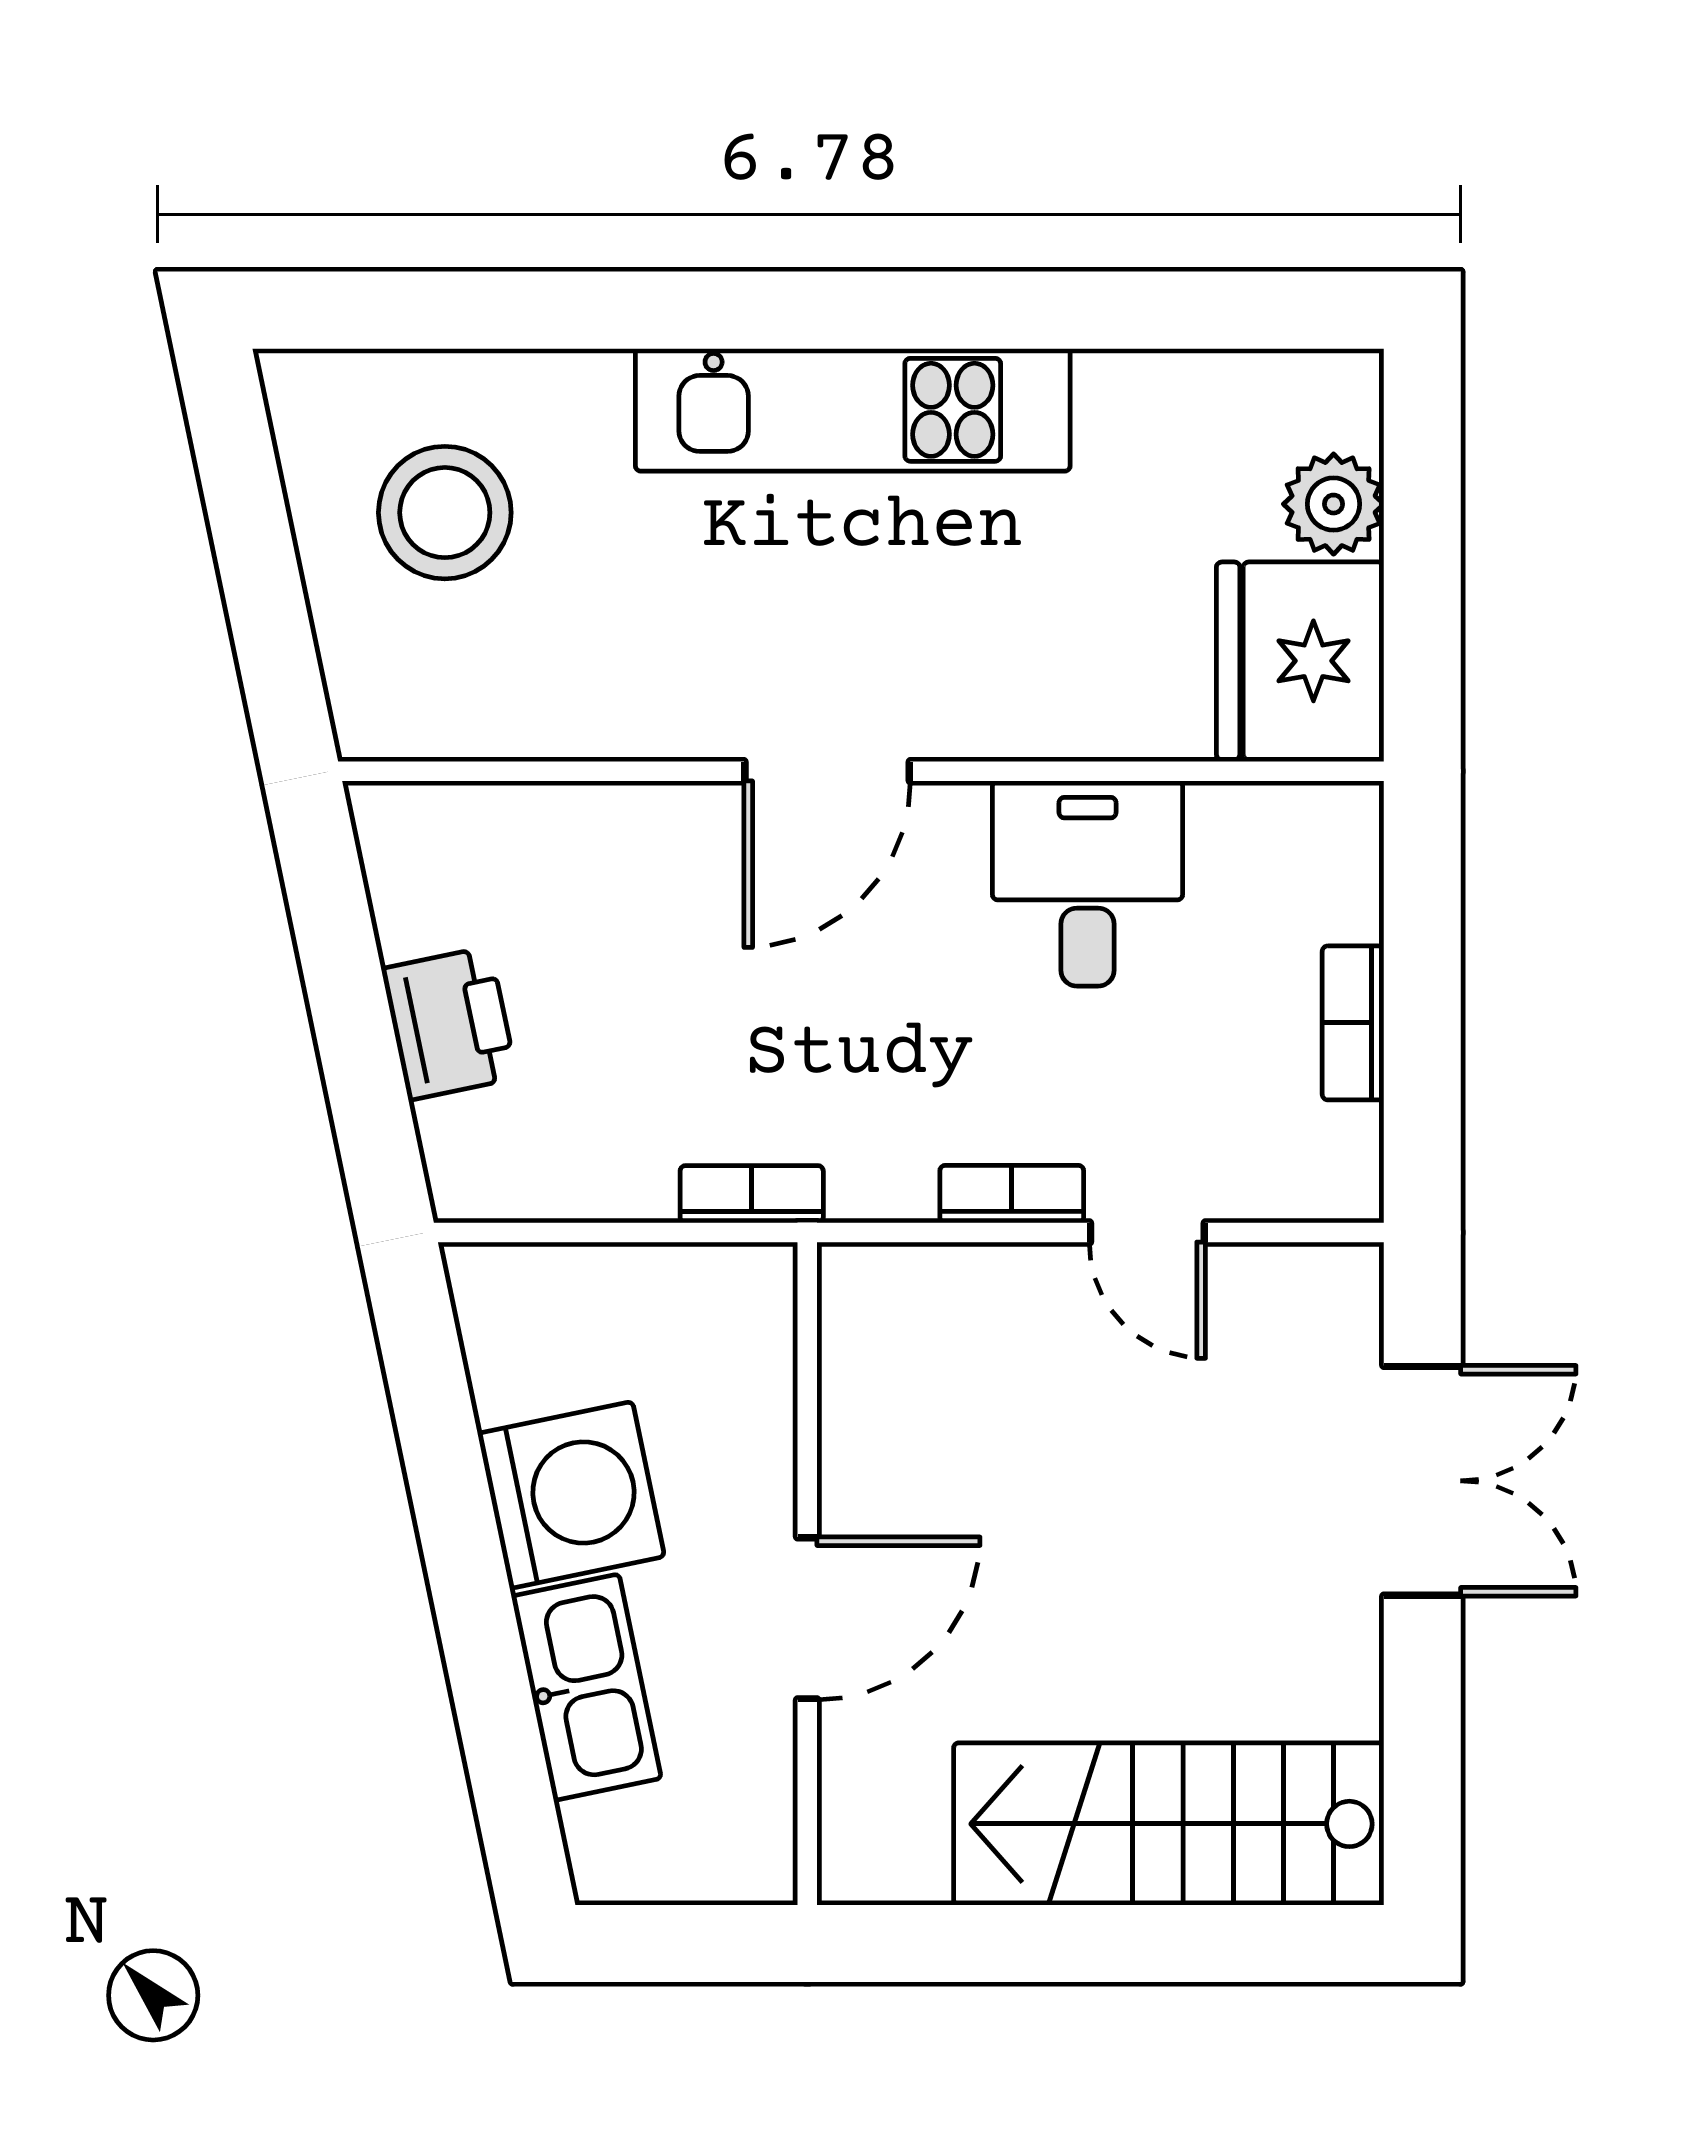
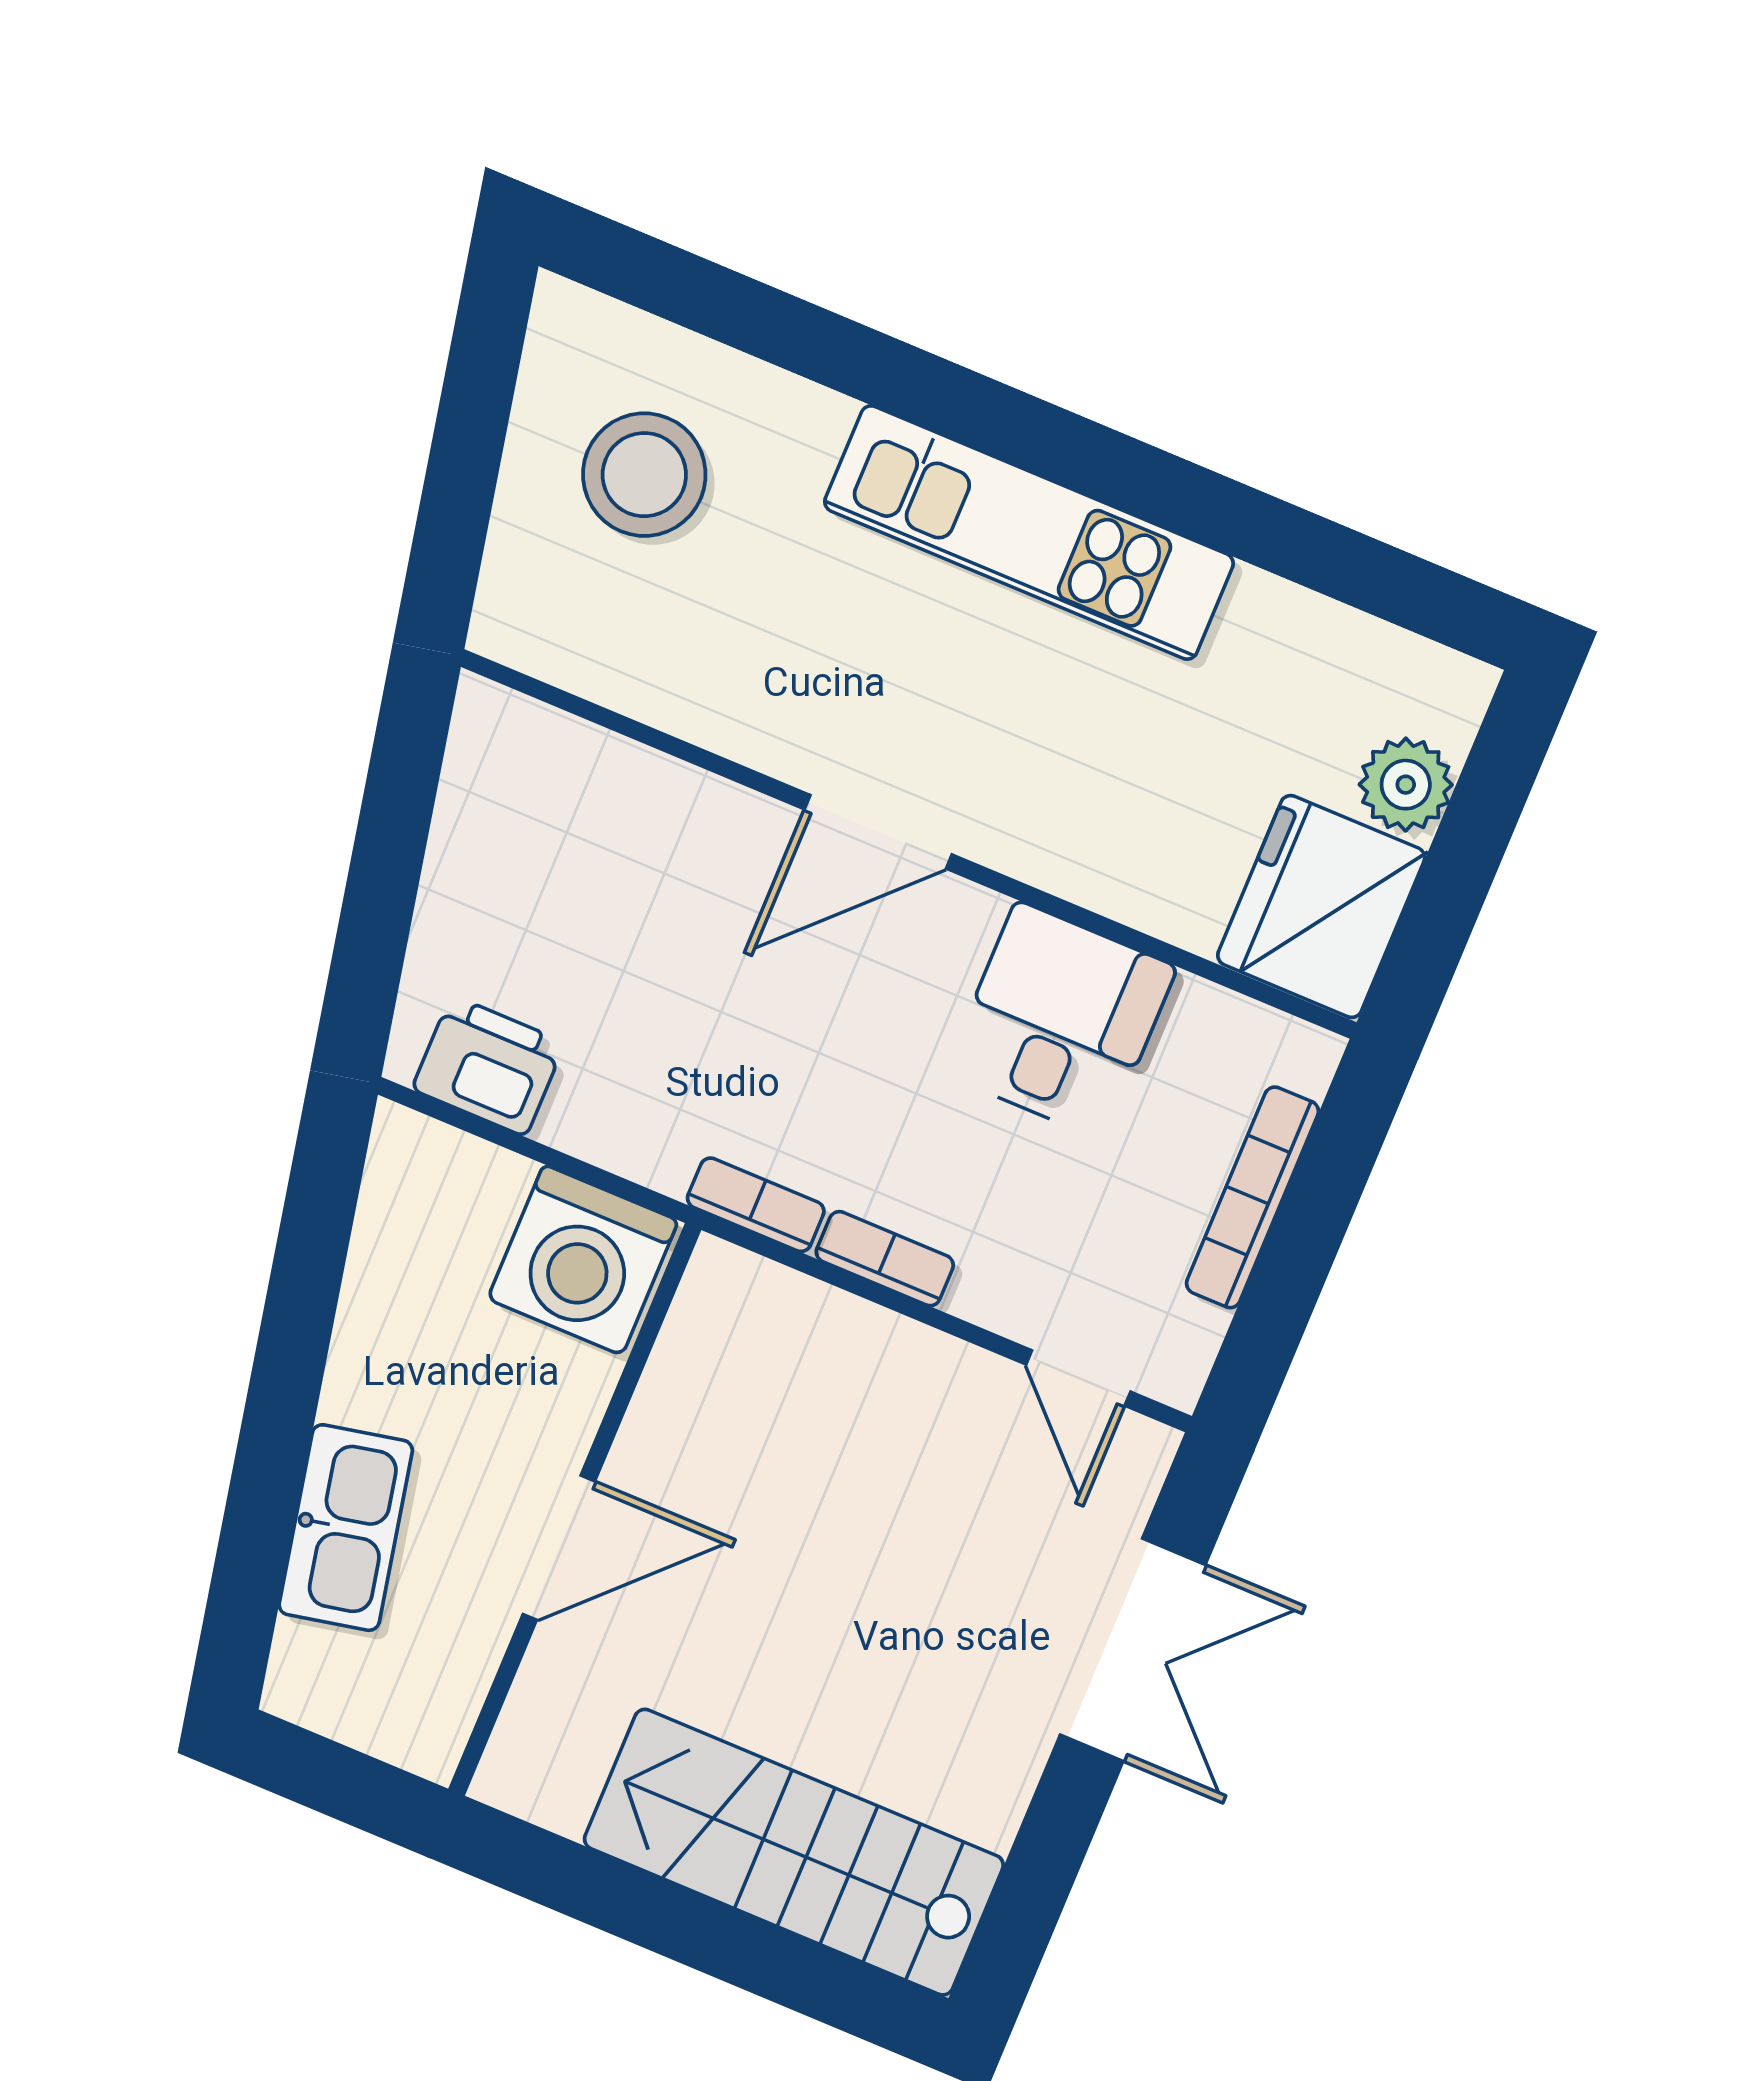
printer: (449, 1023) -> (488, 1066), moved, turned -78
bookcase: (1353, 1023) -> (1253, 1197), width x1.56
bookcase: (752, 1194) -> (756, 1205), moved
door: (1147, 1233) -> (1078, 1378), moved
washing machine: (571, 1495) -> (583, 1260), moved, turned 102

